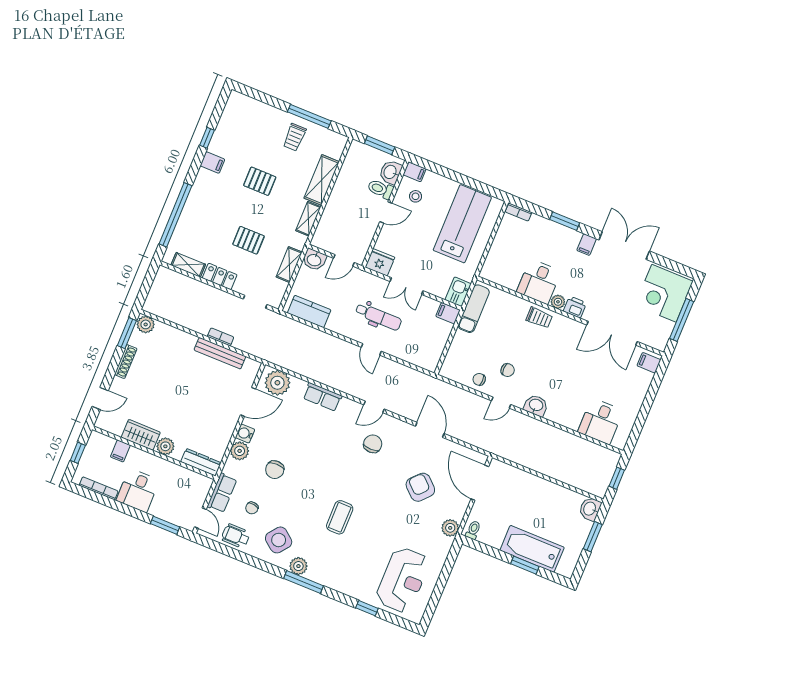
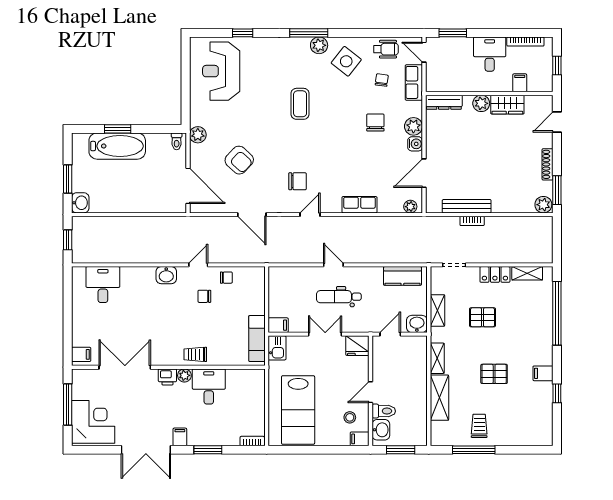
plant: (277, 383) -> (410, 207), width x0.53, depth x0.53
chair: (373, 444) -> (298, 181), turned -90

